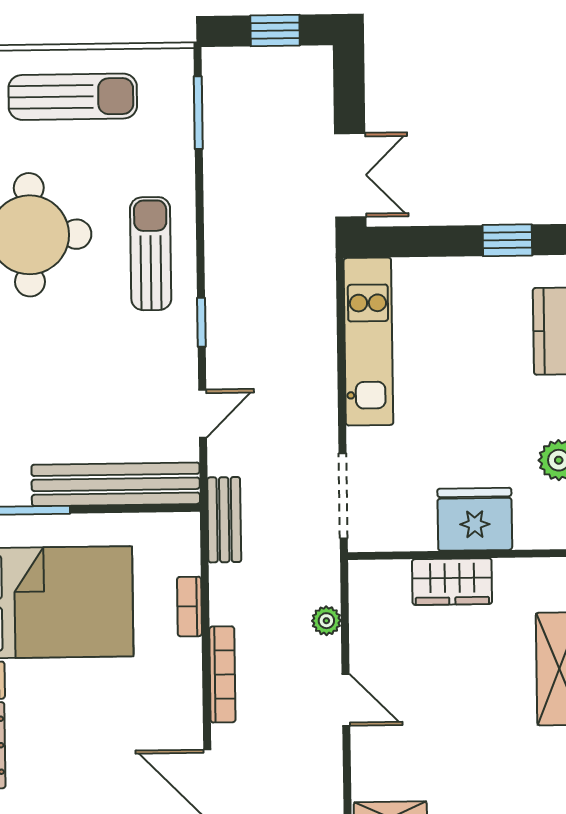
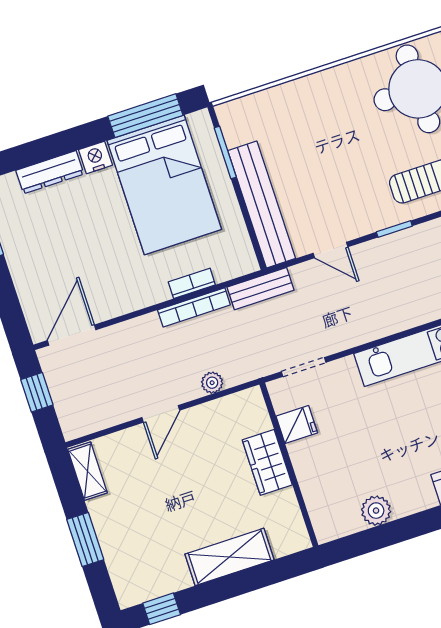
doorway: (343, 496) -> (304, 367), width x0.73
fridge: (475, 519) -> (297, 424), moved, width x0.53, depth x0.75
bookcase: (222, 674) -> (194, 307), moved

